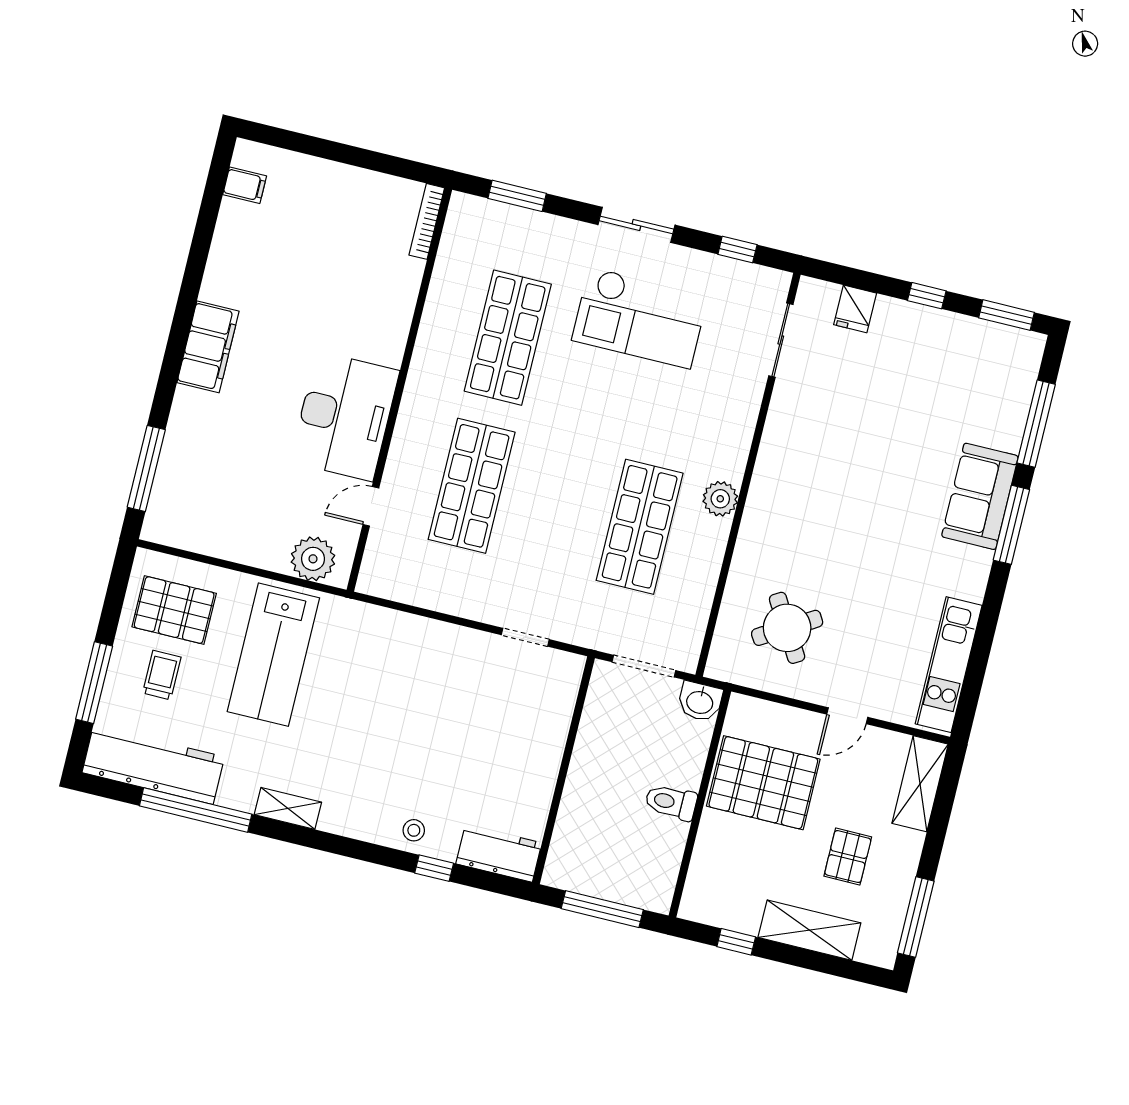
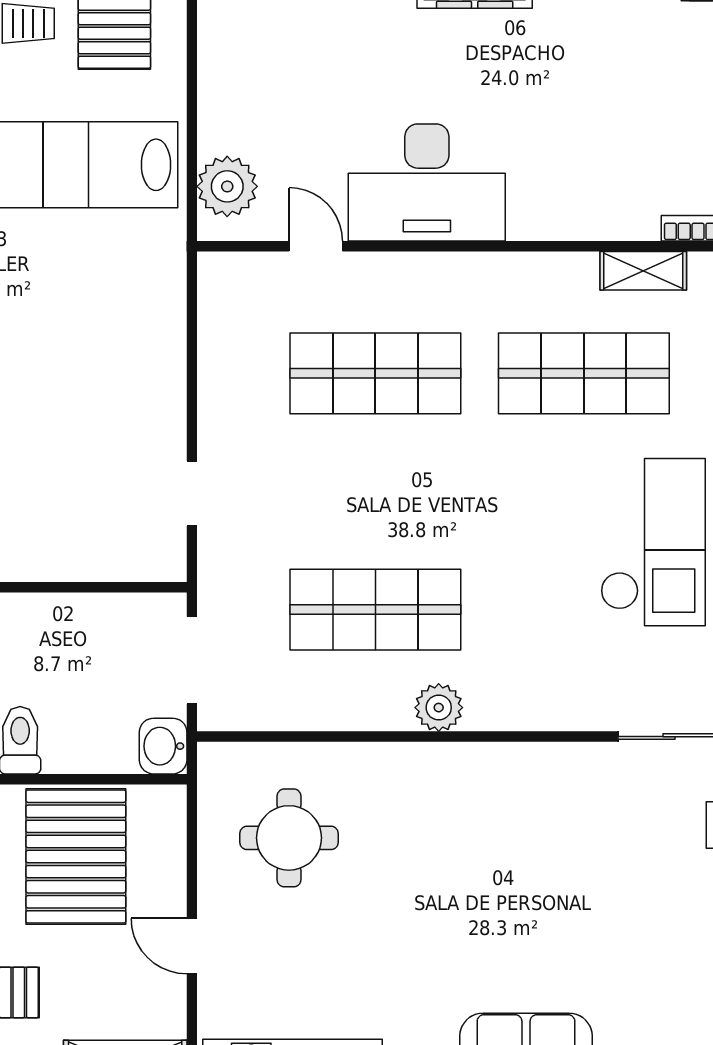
shelving: (445, 278) -> (643, 271), added
checkout: (640, 318) -> (653, 542), turned 180
round table: (787, 628) -> (289, 838), turned 31

